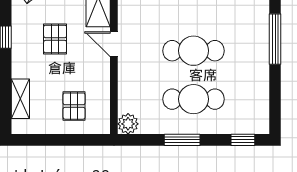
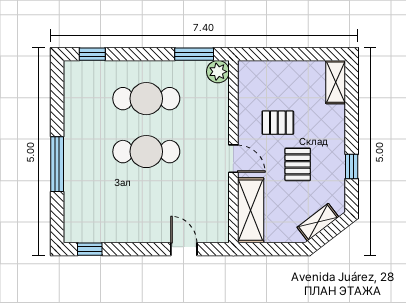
shelving: (20, 99) -> (336, 82), moved
pallet: (74, 106) -> (278, 123), moved, turned 90
window: (182, 140) -> (194, 54), moved

